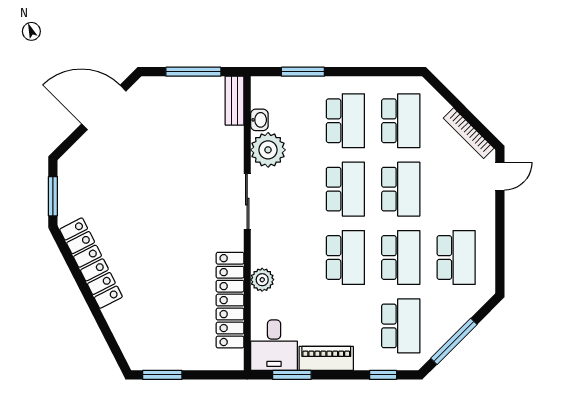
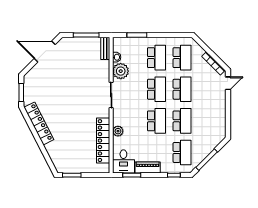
school desk: (456, 258) -> (208, 121), removed

